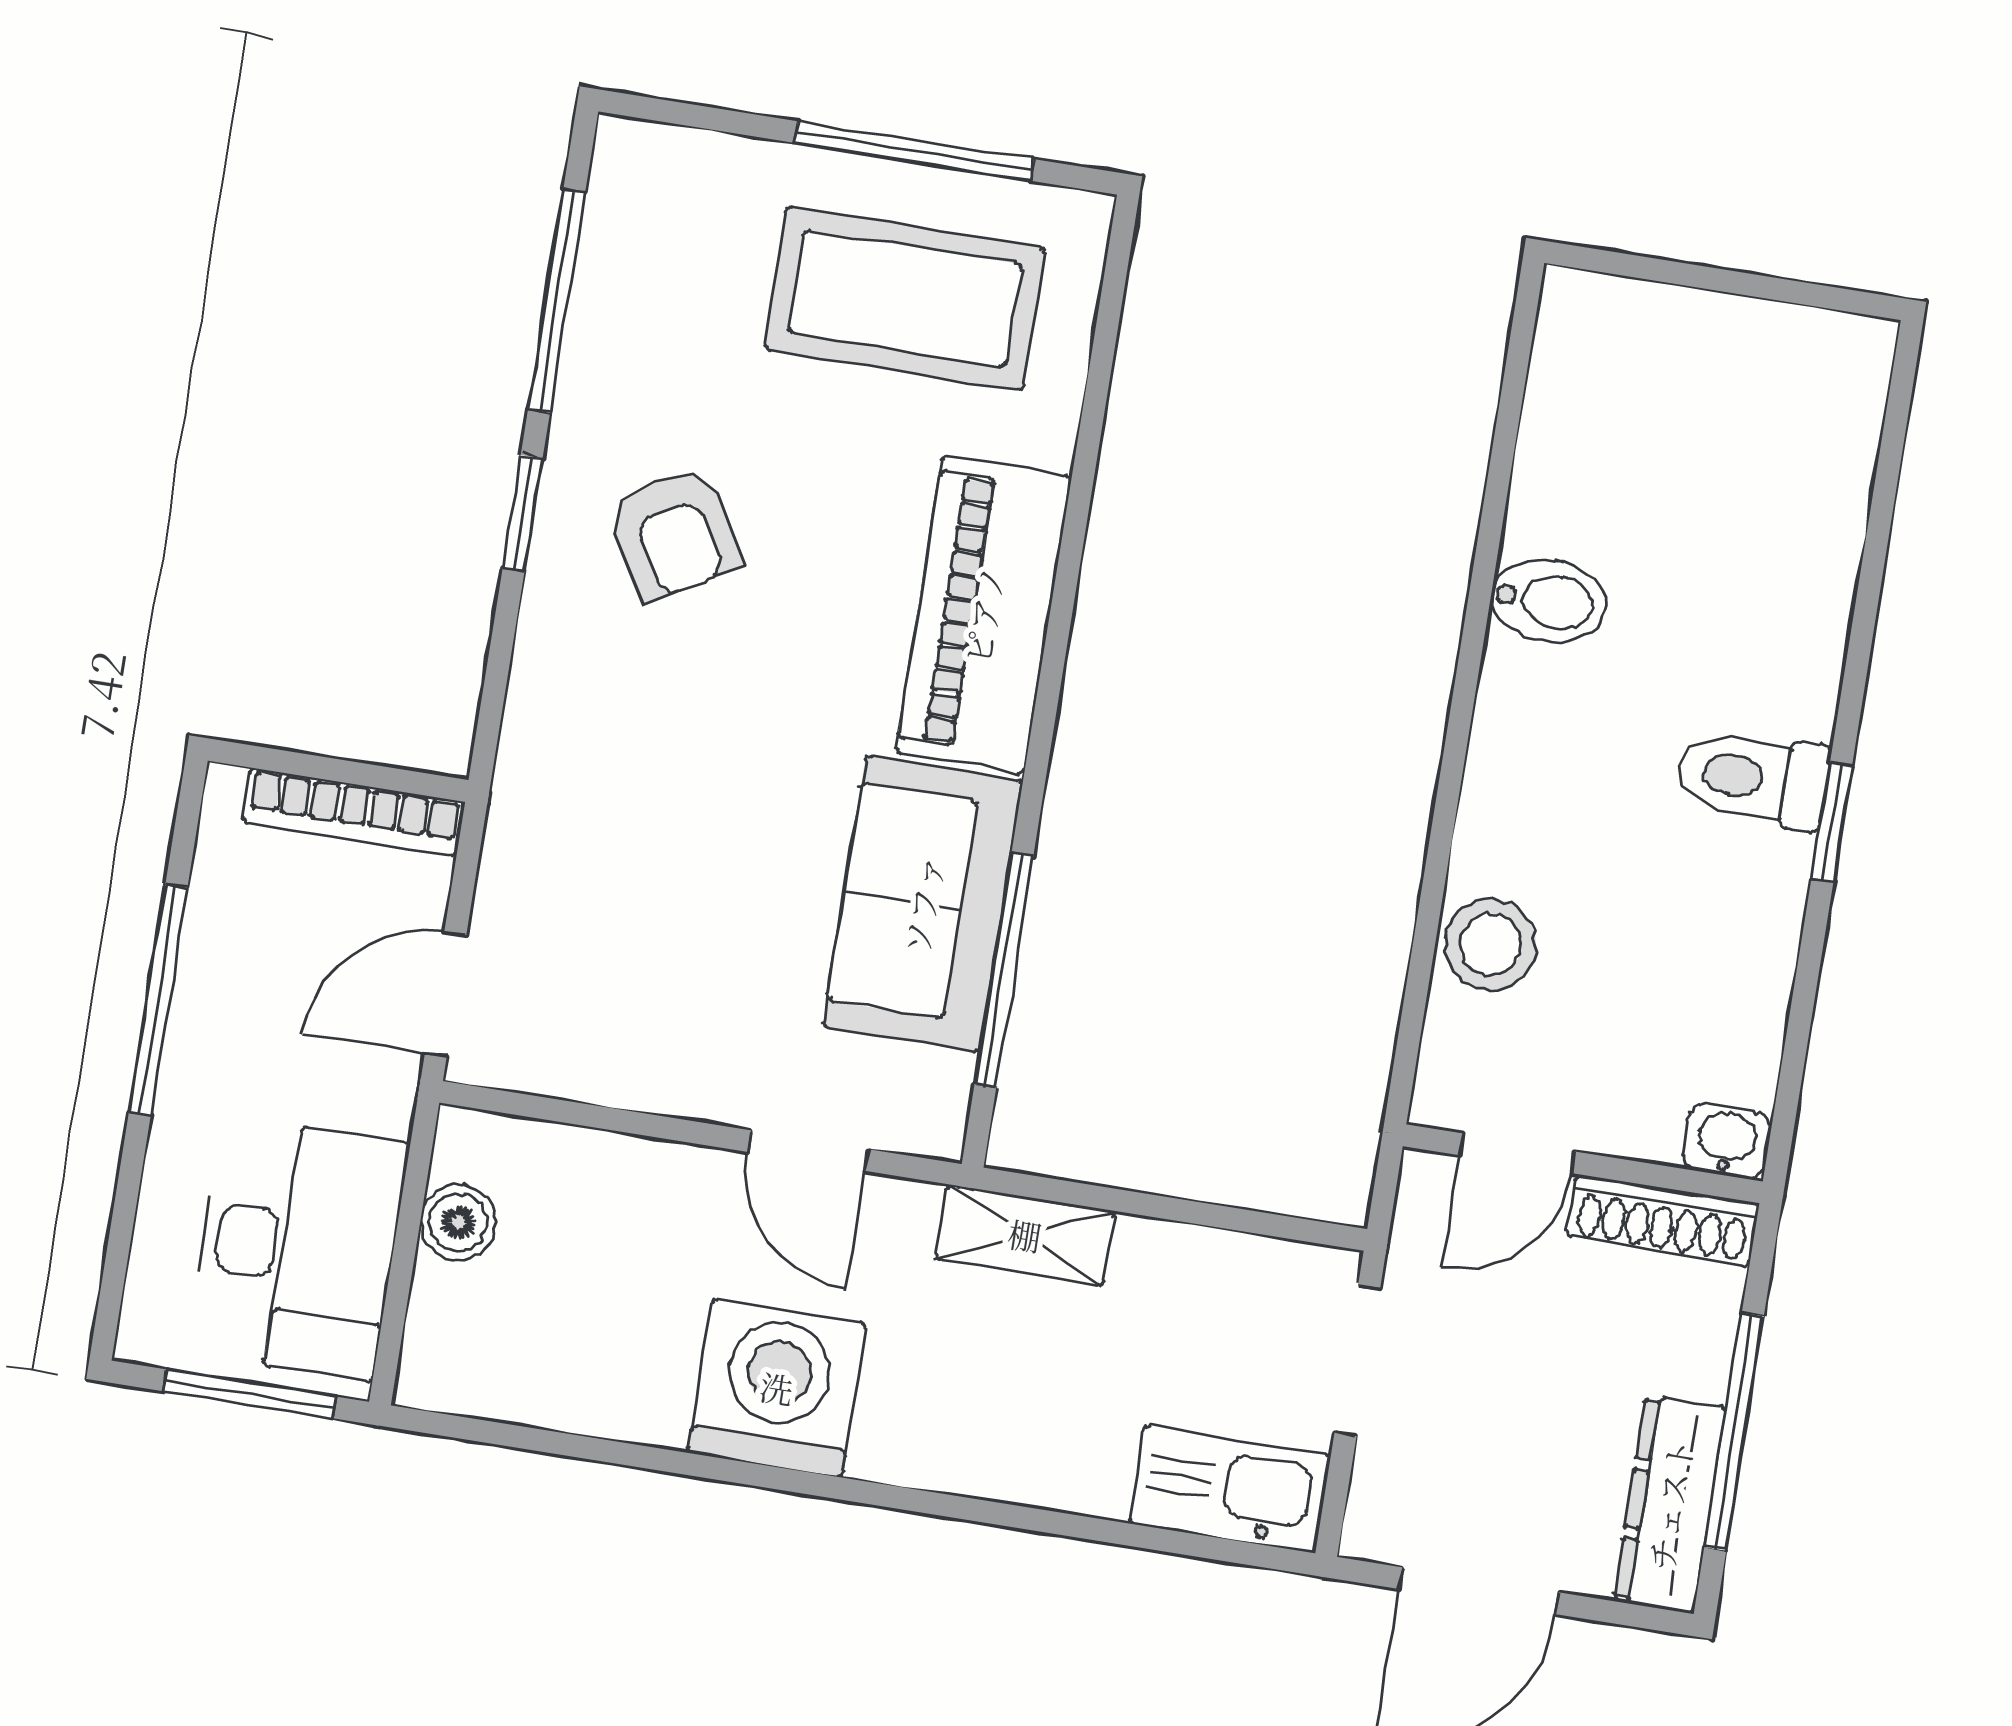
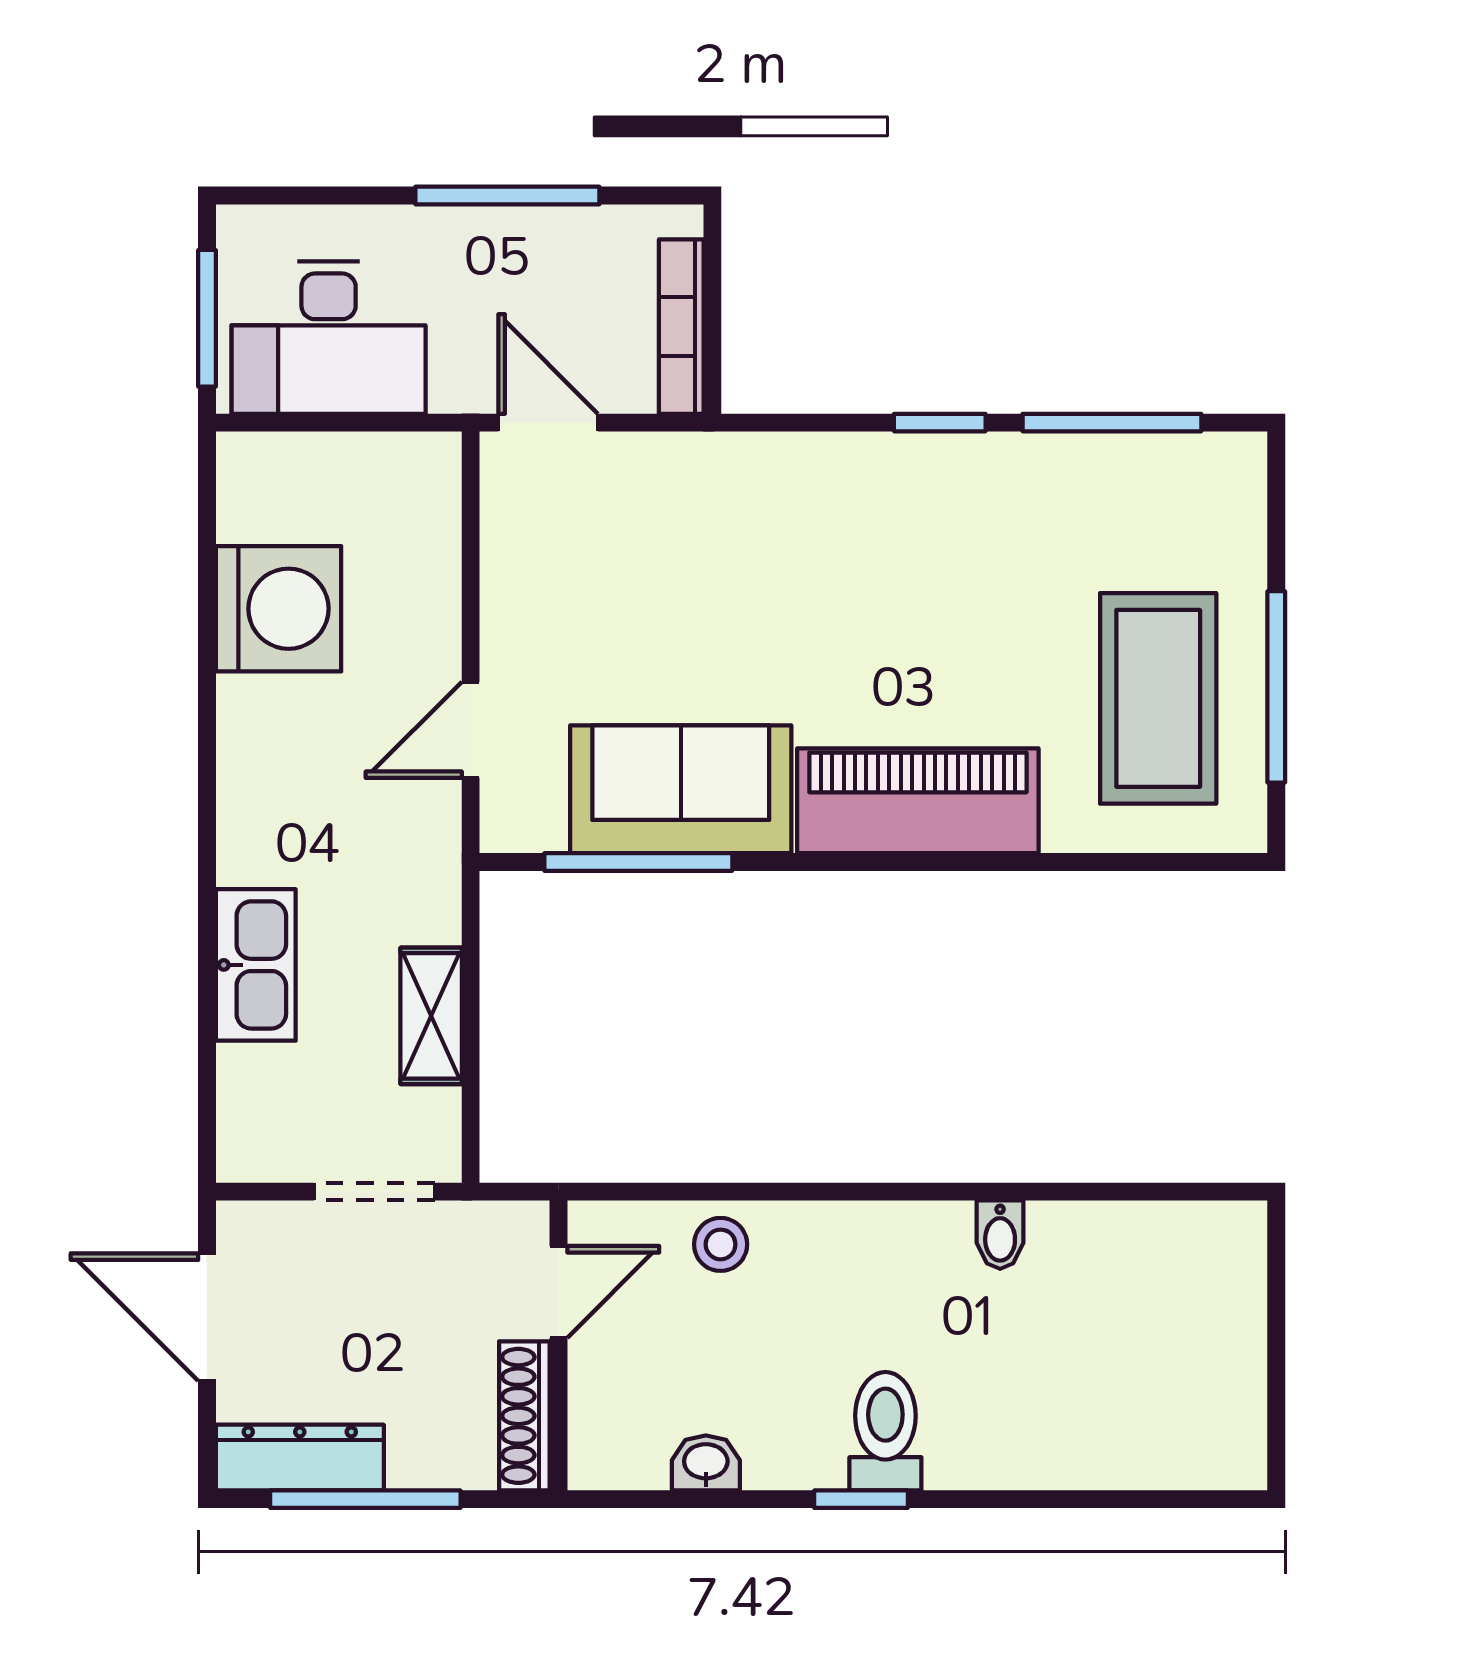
armchair: (675, 534) -> (943, 546), removed
bidet: (1549, 601) -> (1000, 1235), width x0.72, depth x0.74
stool: (1491, 945) -> (721, 1244), width x0.73, depth x0.73
washbasin: (1727, 1141) -> (706, 1463), moved, turned -90
door: (1517, 1153) -> (559, 1292), swing flipped
boiler: (458, 1222) -> (369, 462), removed
shelving: (1025, 1235) -> (431, 1016), moved
washing machine: (777, 1388) -> (278, 609), moved
kitchen sink: (1230, 1489) -> (256, 965), moved

